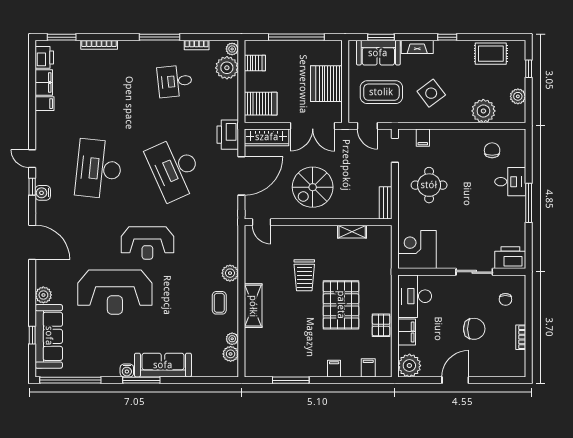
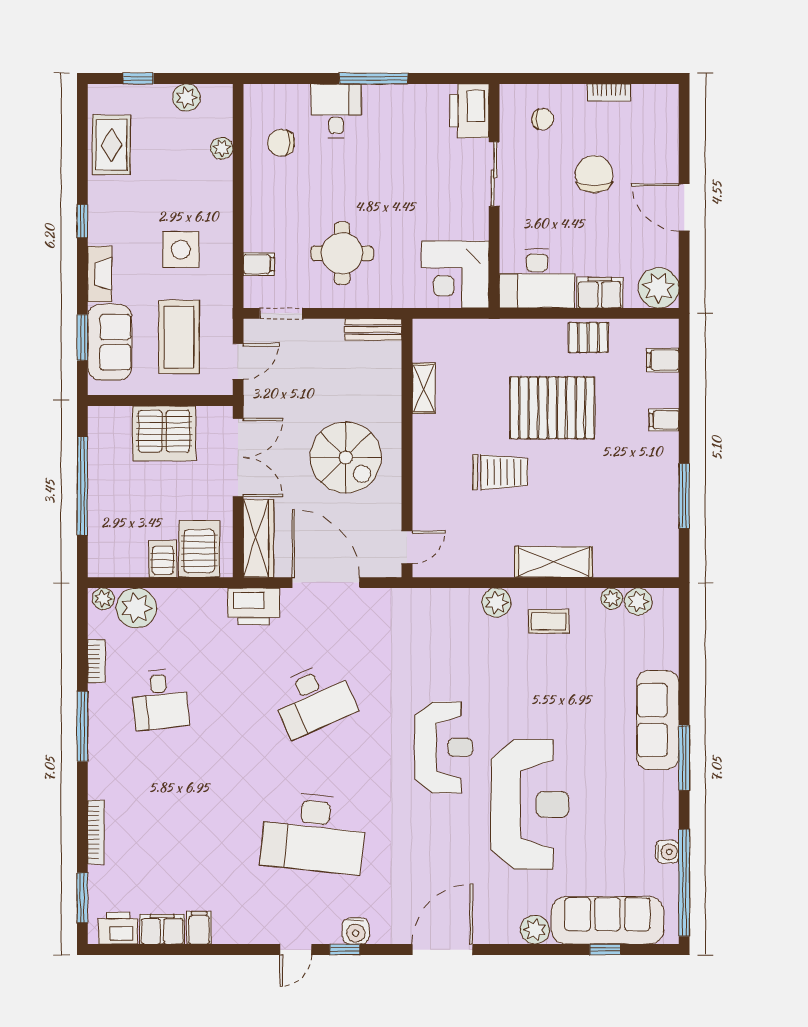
server rack: (255, 63) -> (163, 559), moved
side table: (431, 93) -> (181, 250), turned 37
plant: (483, 111) -> (222, 148), width x0.53, depth x0.53
desk: (175, 169) -> (314, 699), width x0.73, depth x0.77
water cooler: (127, 370) -> (667, 852), moved

